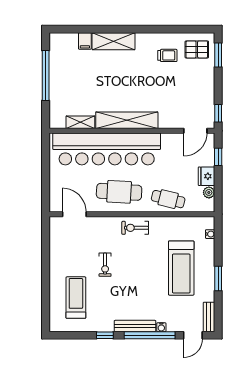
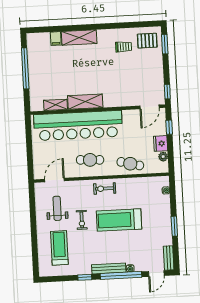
shelving: (127, 120) -> (85, 102), width x0.68
cafe table: (119, 192) -> (90, 160), width x0.73, depth x0.74
door: (74, 214) -> (55, 180), hinge flipped
weight bench: (76, 249) -> (57, 208), added
treadmill: (181, 268) -> (119, 220), moved, turned 90

